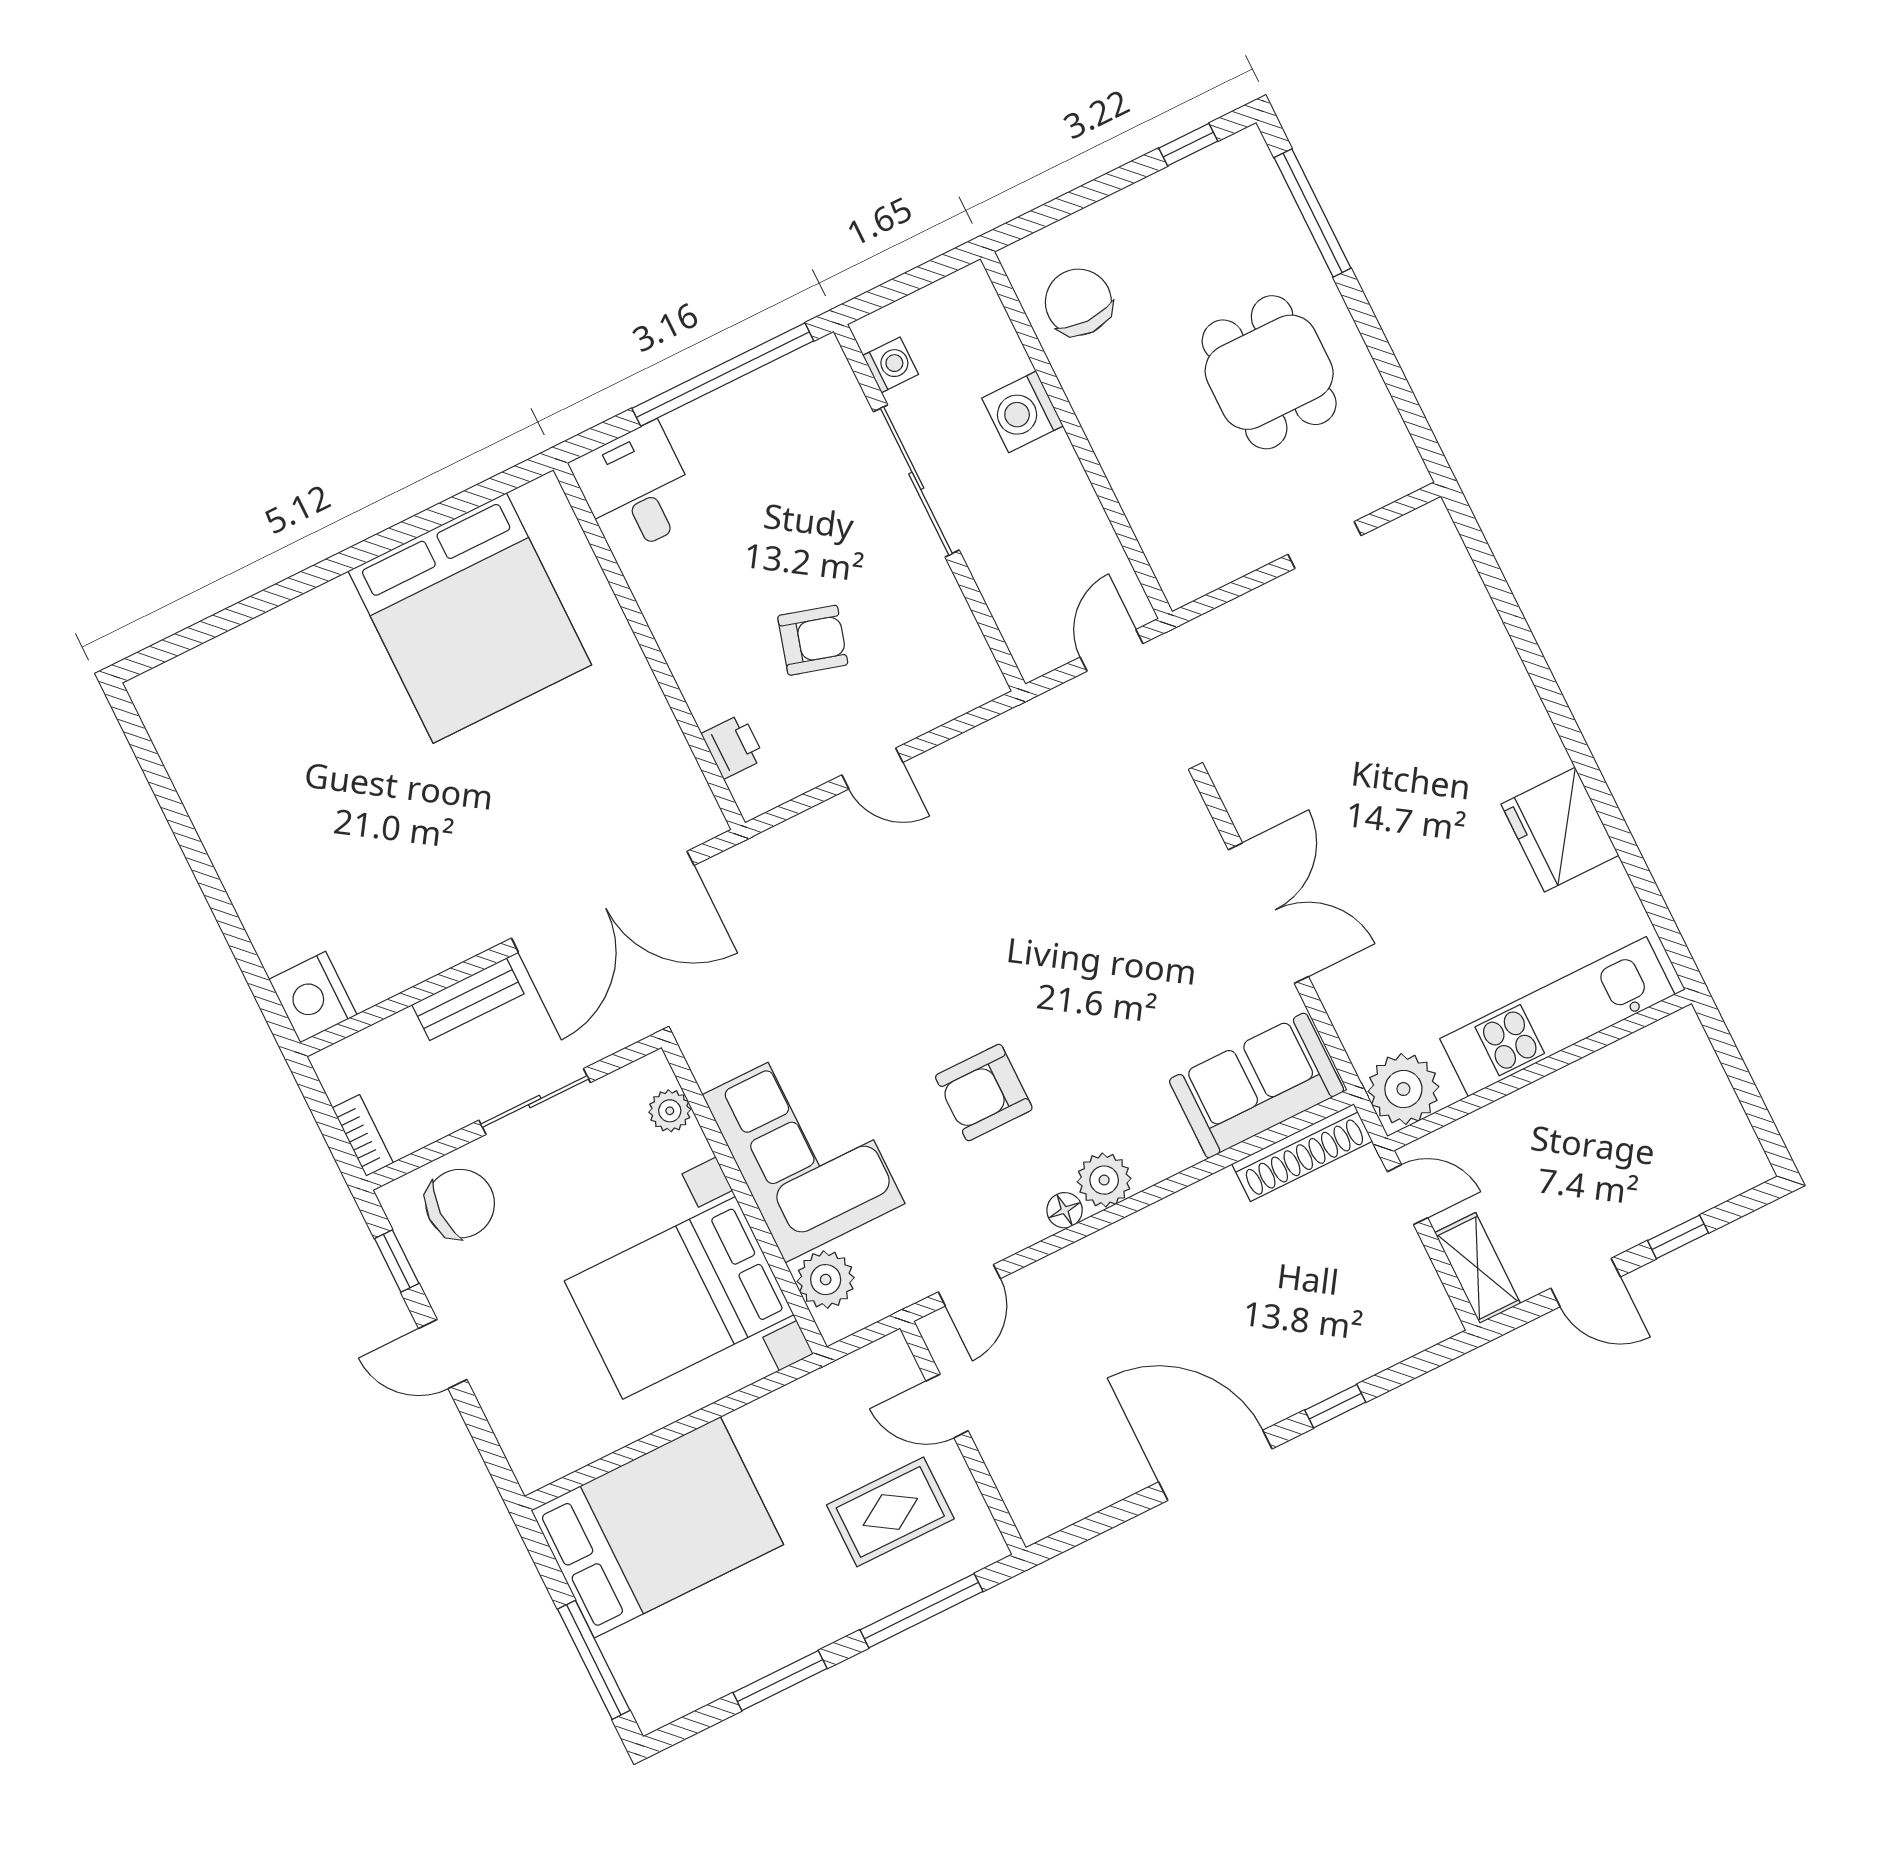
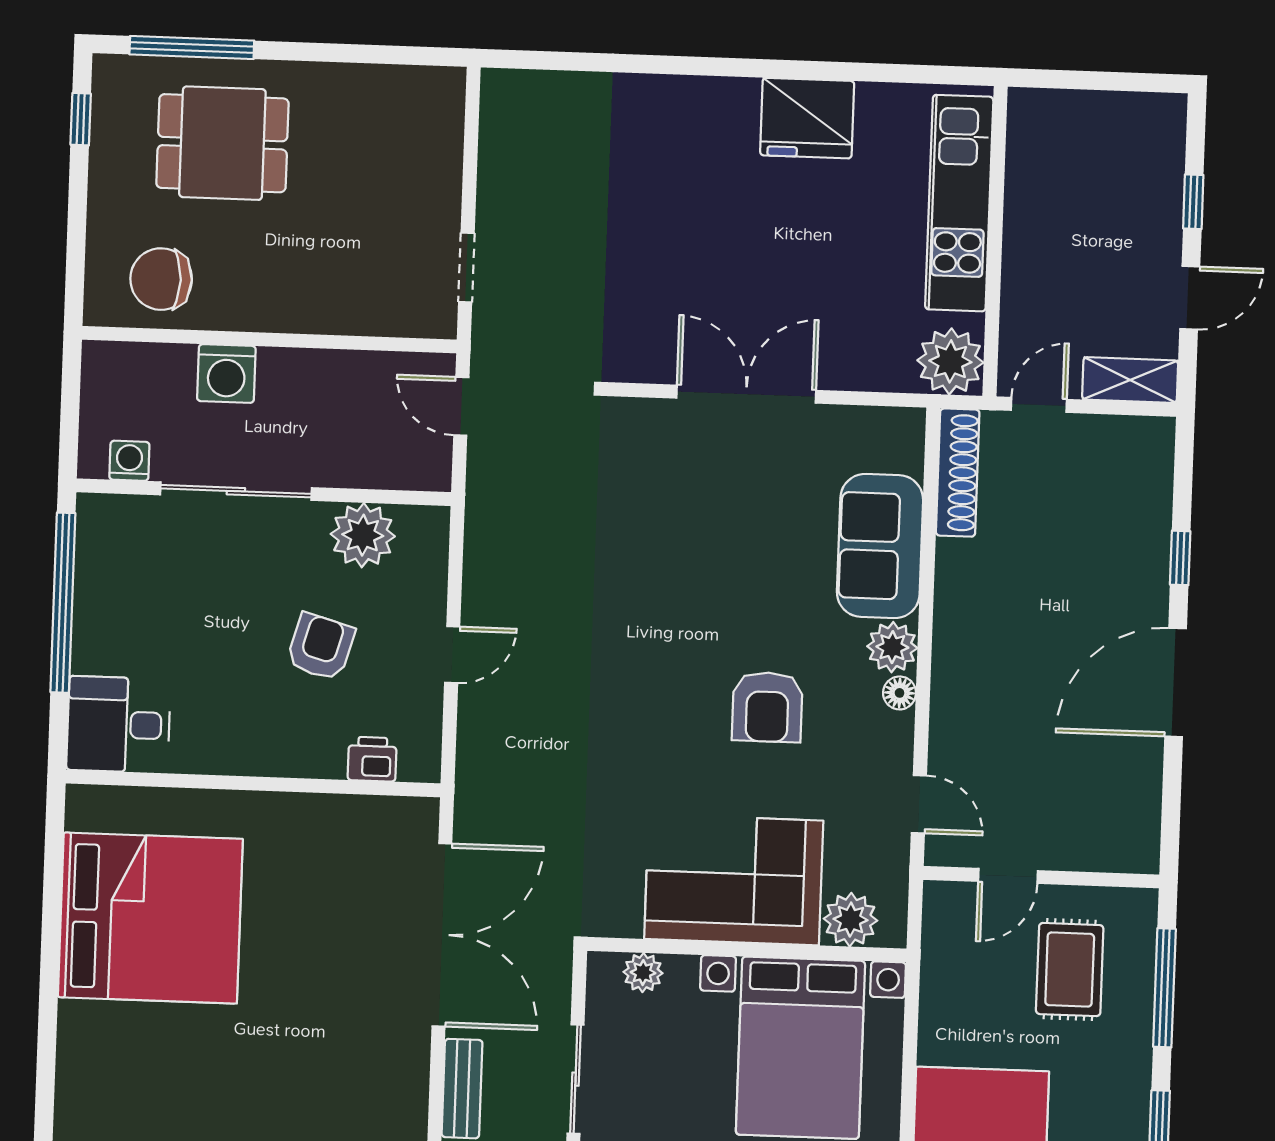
dining table: (1269, 372) -> (222, 143), moved
doorway: (1325, 545) -> (466, 268), moved
plant: (940, 623) -> (363, 535), added
sofa: (1257, 1086) -> (880, 546), moved

